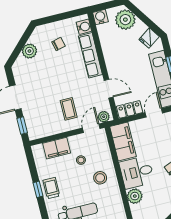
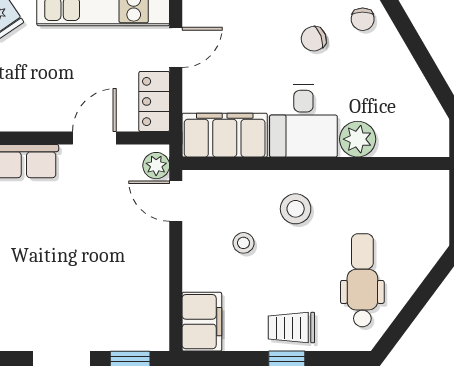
coffee table: (69, 109) -> (118, 242), removed
door: (154, 113) -> (176, 47), swing flipped
filing cabinet: (57, 148) -> (202, 322), moved

